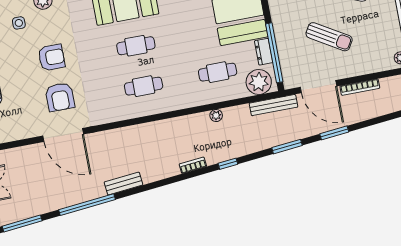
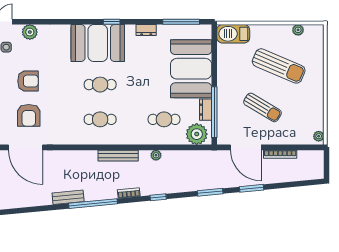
bench: (273, 105) -> (118, 156), moved
window: (87, 205) -> (93, 204), moved

